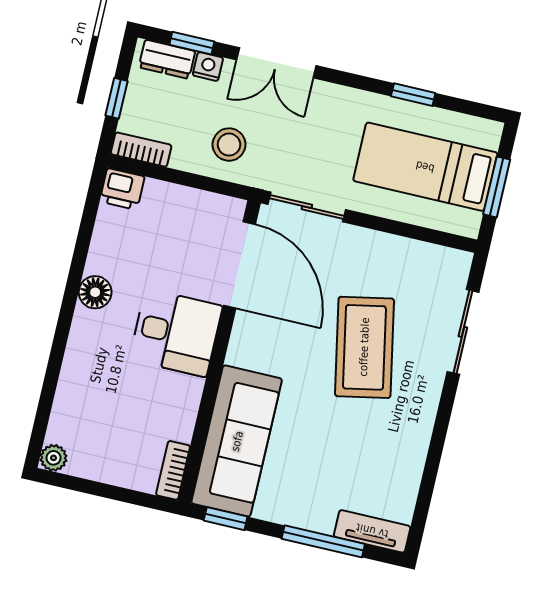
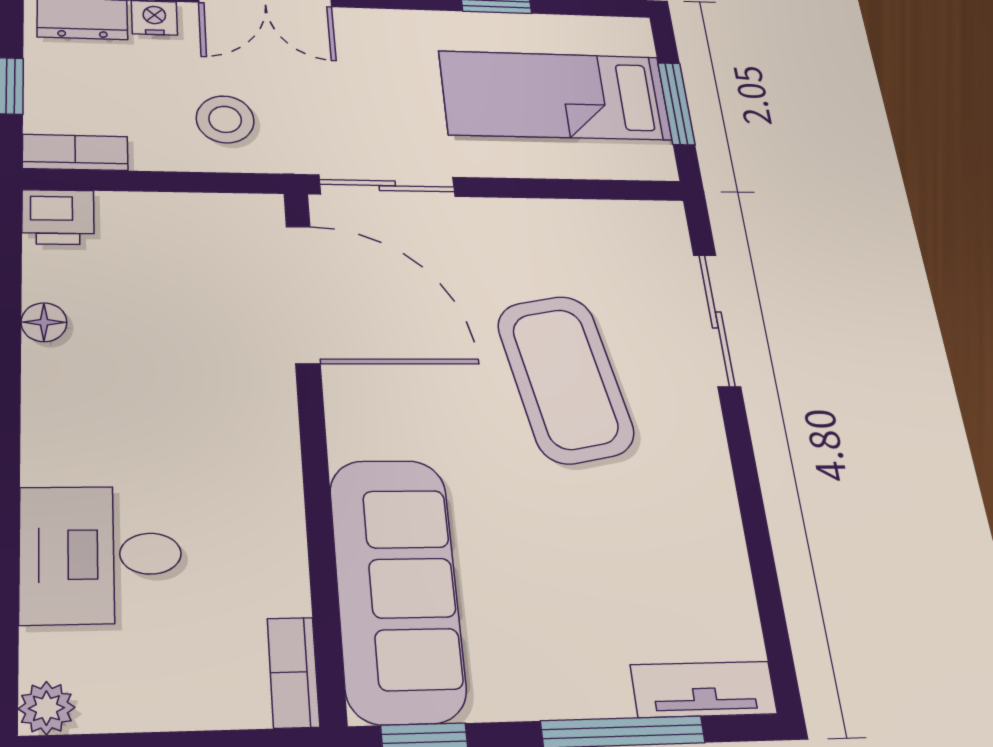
floor lamp: (95, 292) -> (44, 322), moved, width x0.73, depth x0.73
desk: (176, 333) -> (101, 554), moved, turned 180

